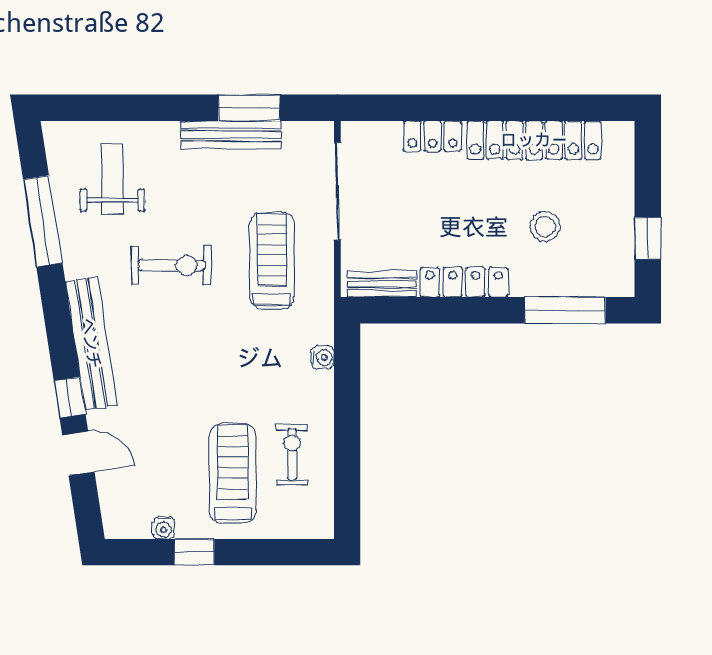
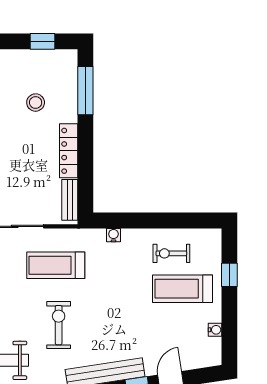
window: (194, 552) -> (229, 275), moved

